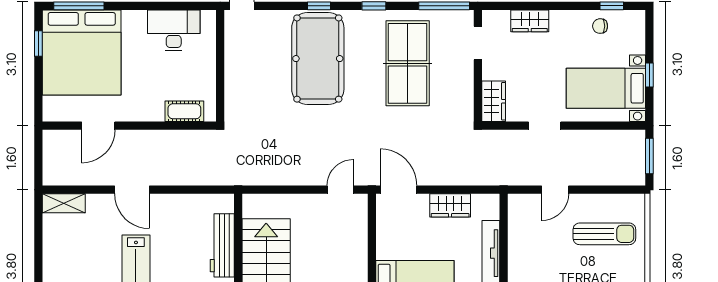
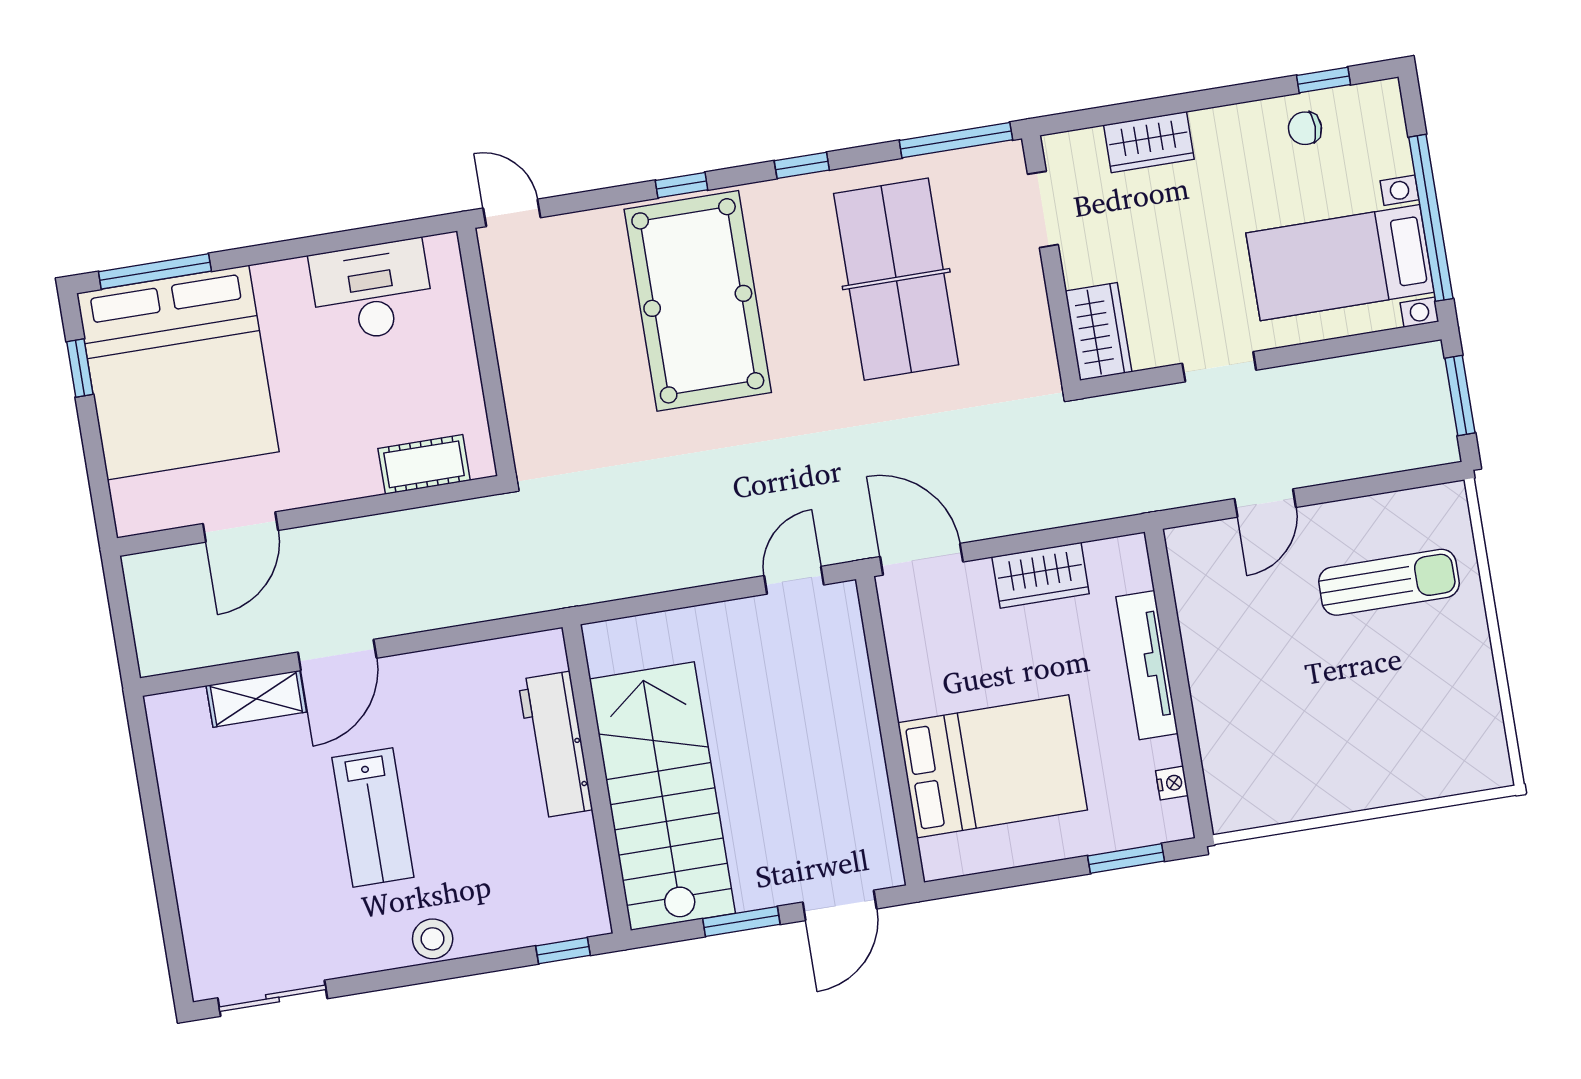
window: (649, 75) -> (1431, 218), width x3.17
door: (132, 190) -> (337, 655), hinge flipped
shelving: (64, 203) -> (256, 699), moved

